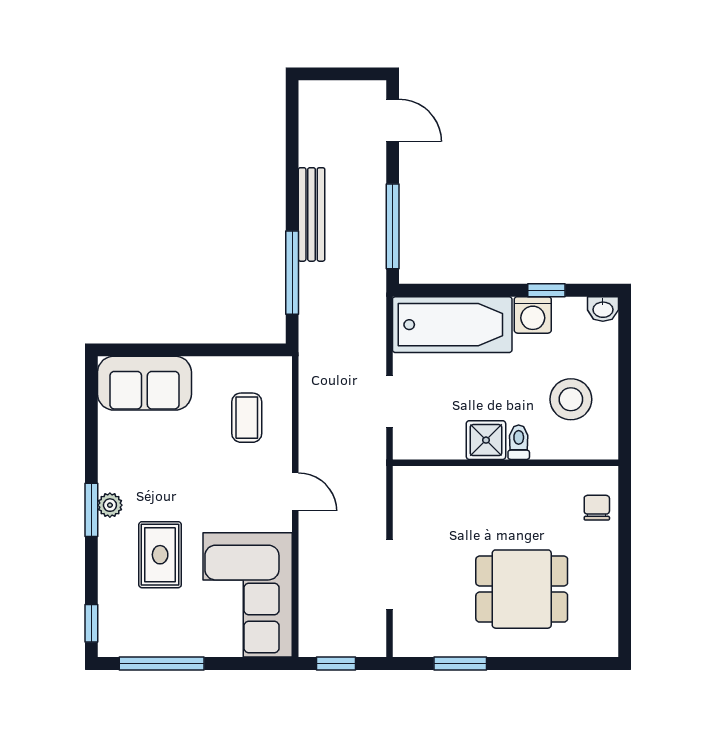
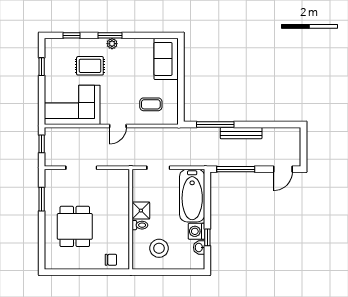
washbasin: (603, 309) -> (199, 247), moved
window: (91, 623) -> (72, 35), moved
window: (162, 664) -> (42, 67), width x0.46

